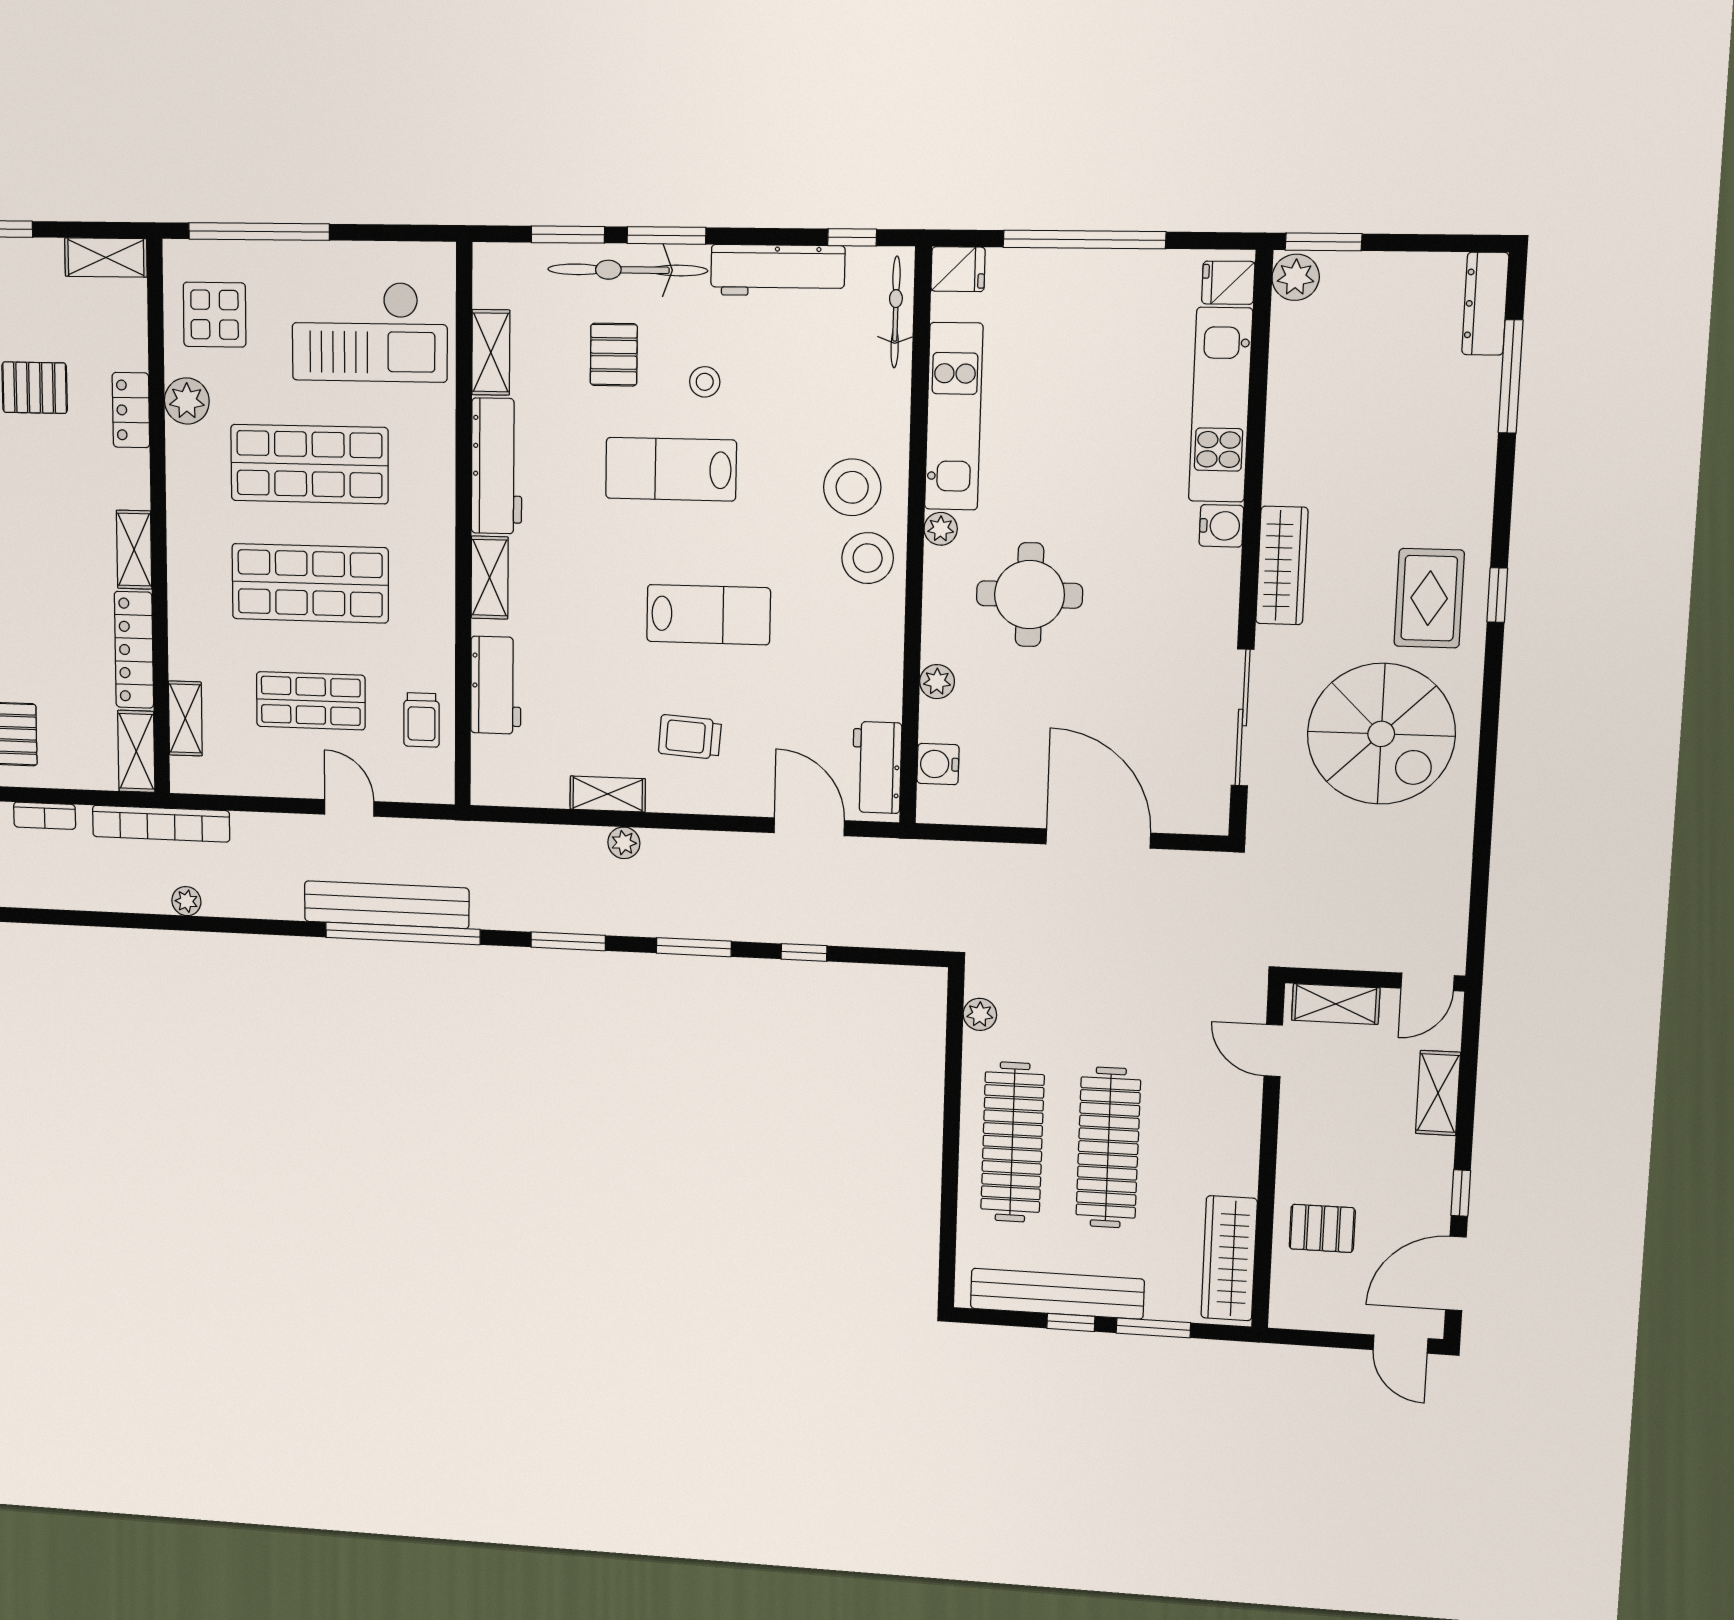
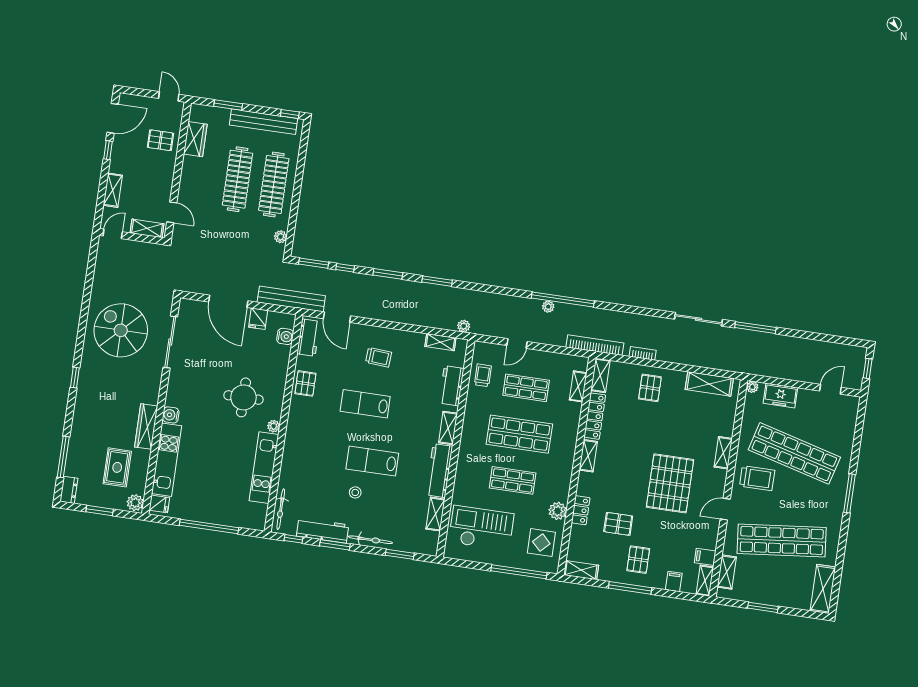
window: (666, 235) -> (335, 545), moved
window: (1324, 242) -> (100, 511), moved
fridge: (958, 269) -> (258, 319), moved, turned -90
bicycle: (628, 270) -> (370, 540), width x0.73, depth x0.71
dresser: (1485, 304) -> (69, 490), width x0.70
pallet: (614, 355) -> (305, 383), moved
shop shelf: (309, 464) -> (513, 480), width x0.70, depth x0.74
lab bench: (671, 469) -> (372, 461), turned 180
stool: (852, 487) -> (305, 446), removed
stool: (868, 558) -> (302, 418), removed
wardrobe: (1282, 566) -> (146, 426), moved
rug: (1429, 598) -> (117, 467), moved
plant: (937, 682) -> (282, 368), removed
shelving: (608, 794) -> (440, 342), moved
door: (349, 808) -> (517, 343), hinge flipped
plant: (624, 843) -> (464, 326), moved
plant: (186, 901) -> (548, 307), moved
bench: (387, 905) -> (291, 299), moved
window: (403, 933) -> (563, 299), moved
window: (886, 956) -> (314, 263), added
wardrobe: (1229, 1258) -> (195, 139), width x0.67
window: (1071, 1322) -> (290, 114), moved
door: (1401, 1344) -> (169, 96), moved

